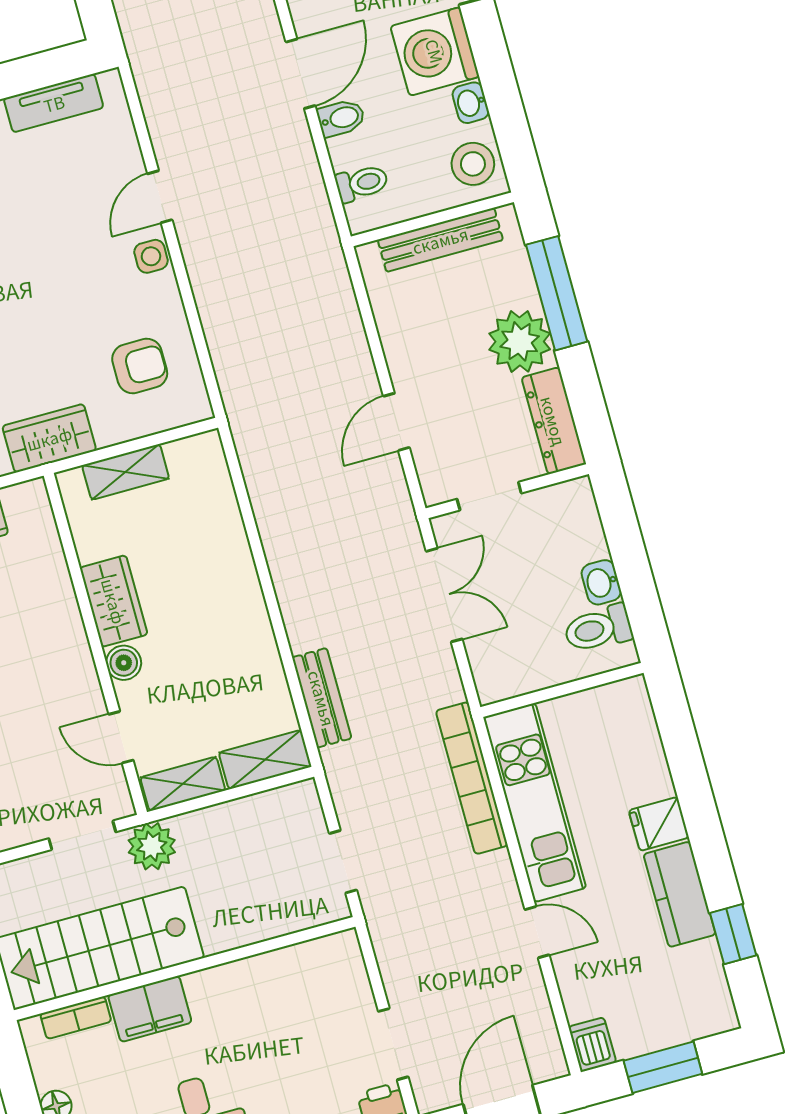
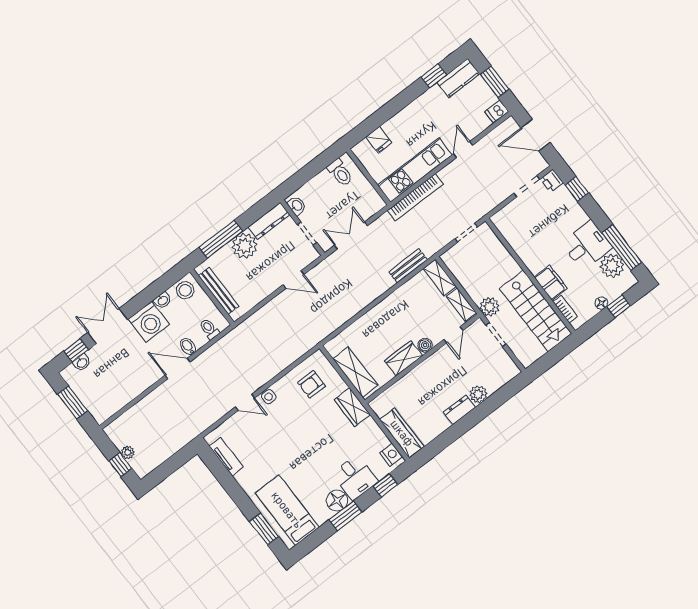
armchair: (140, 366) -> (311, 384), turned -90
shelving: (126, 472) -> (355, 372), width x1.50, depth x1.33
washbasin: (601, 582) -> (297, 206), moved, turned -90
fridge: (659, 824) -> (379, 140), moved
kitchen counter: (680, 894) -> (458, 78), moved

